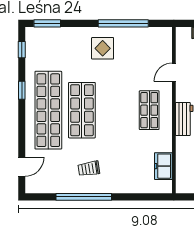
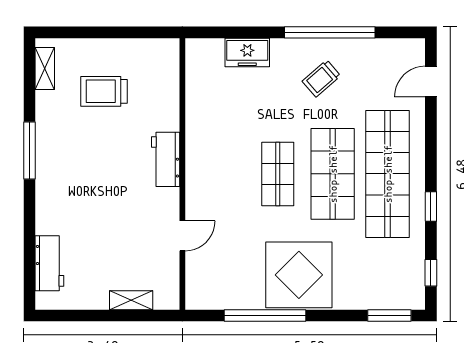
display table: (103, 48) -> (299, 275), width x1.86, depth x1.86
shop shelf: (149, 110) -> (278, 174), moved
freezer: (163, 166) -> (247, 52), moved, turned 90
trolley: (89, 169) -> (321, 78), turned 148

